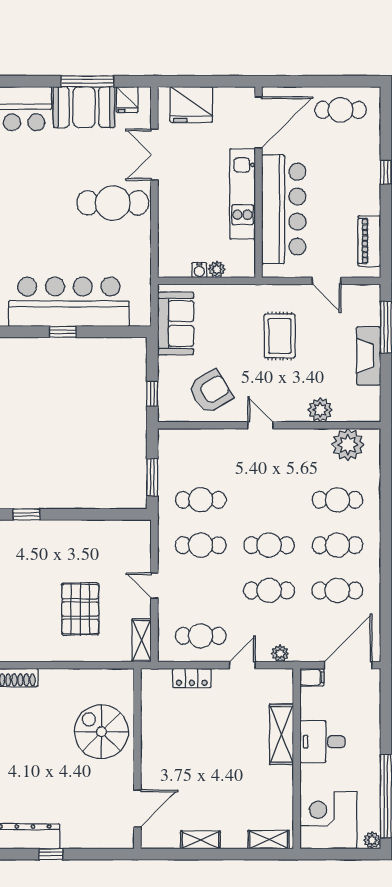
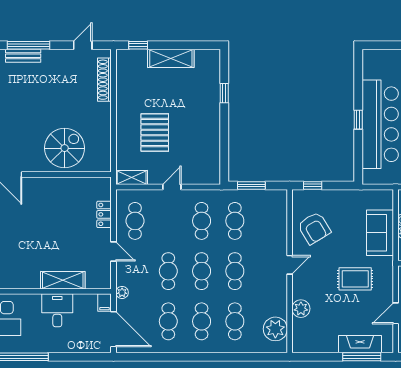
sofa: (176, 324) -> (380, 233), moved, turned 90
fireplace: (369, 356) -> (360, 344), moved
cafe table: (269, 500) -> (235, 271), added
pallet: (80, 609) -> (155, 133), turned 90
plant: (280, 653) -> (122, 292), moved

